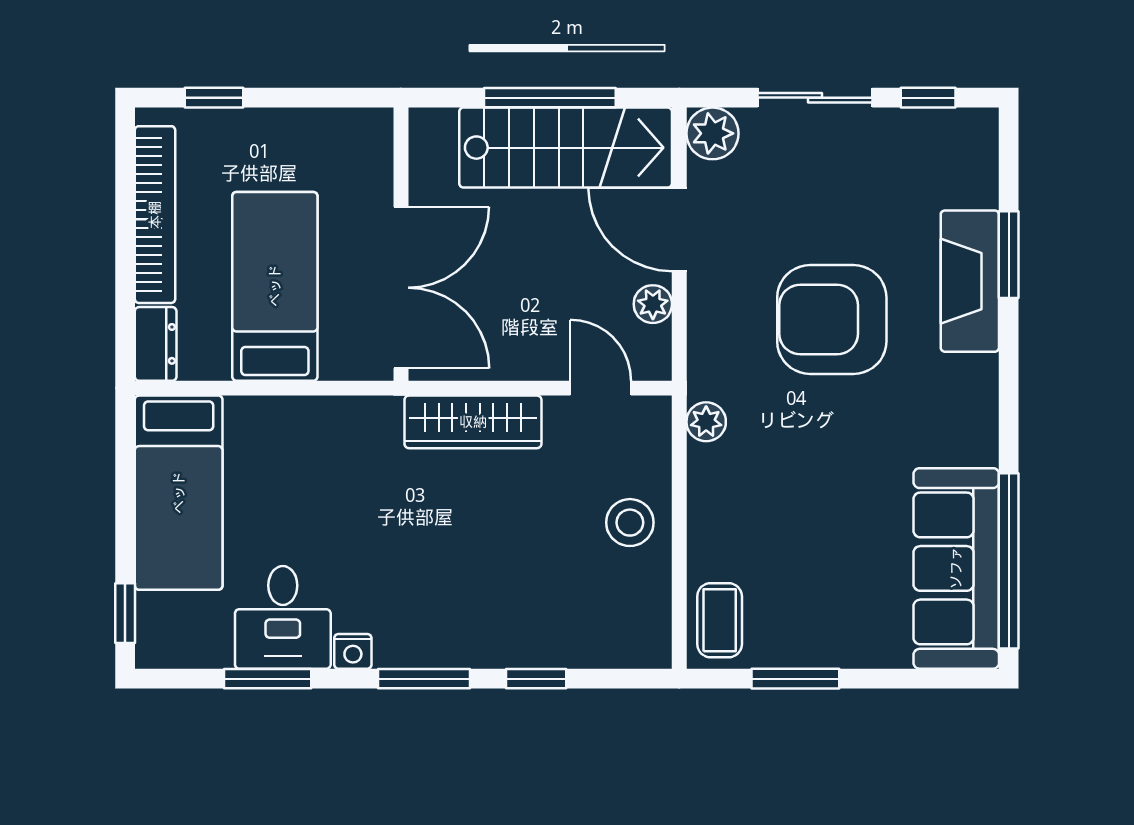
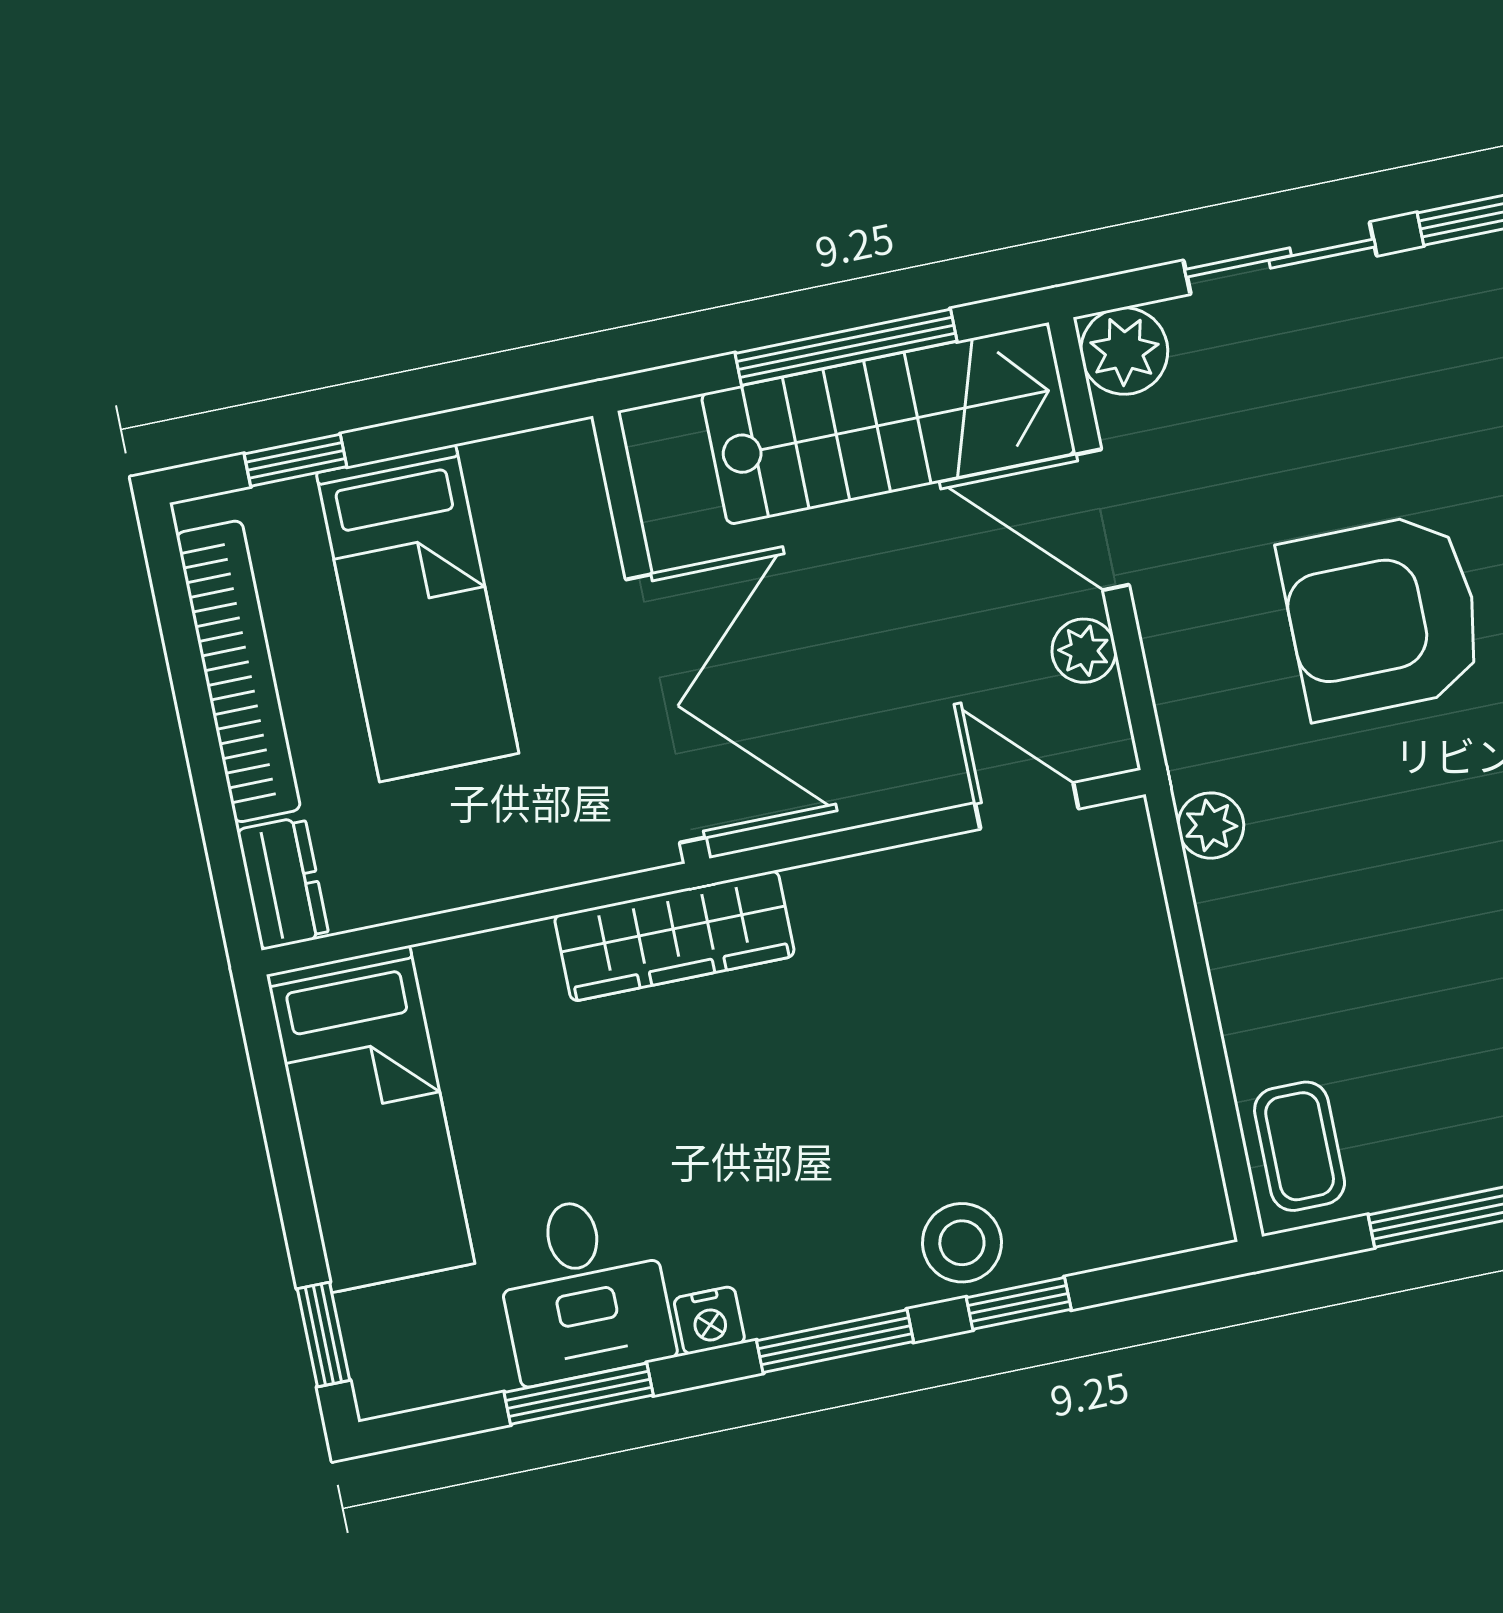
bed: (275, 286) -> (418, 613), moved, turned 180
wardrobe: (473, 422) -> (674, 936), moved
stool: (630, 523) -> (962, 1243), moved

